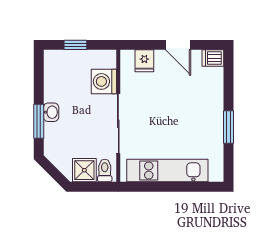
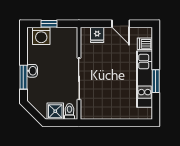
dishwasher: (213, 58) -> (145, 44), moved
washing machine: (104, 81) -> (41, 36), moved, turned -90
kitchen unit: (167, 171) -> (145, 79), moved, turned -90

